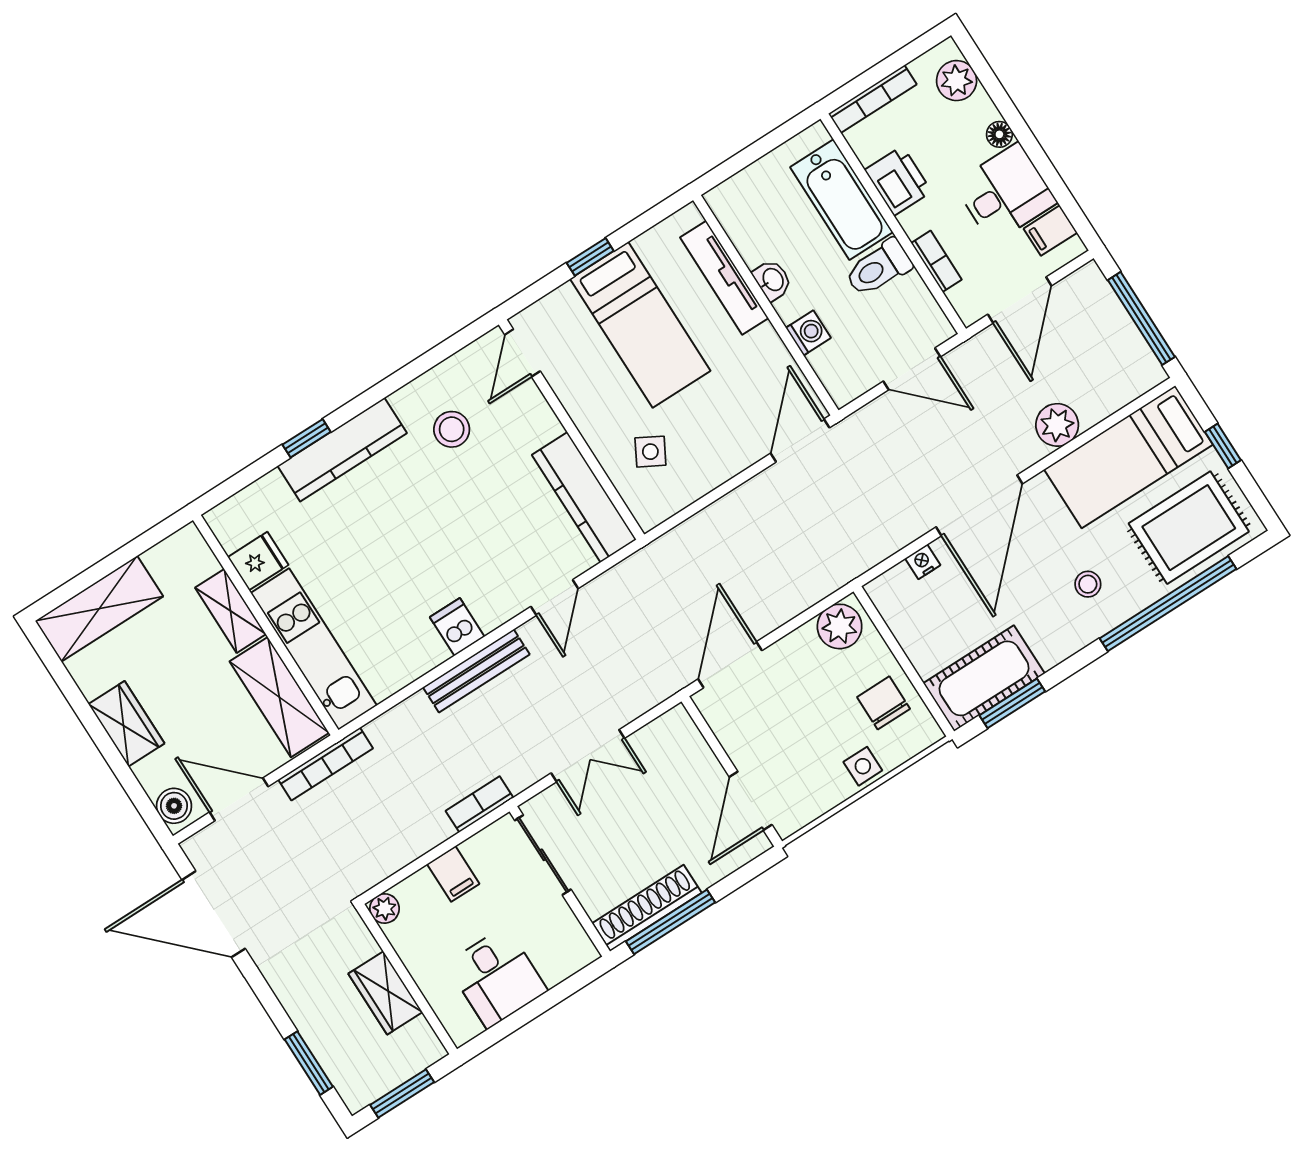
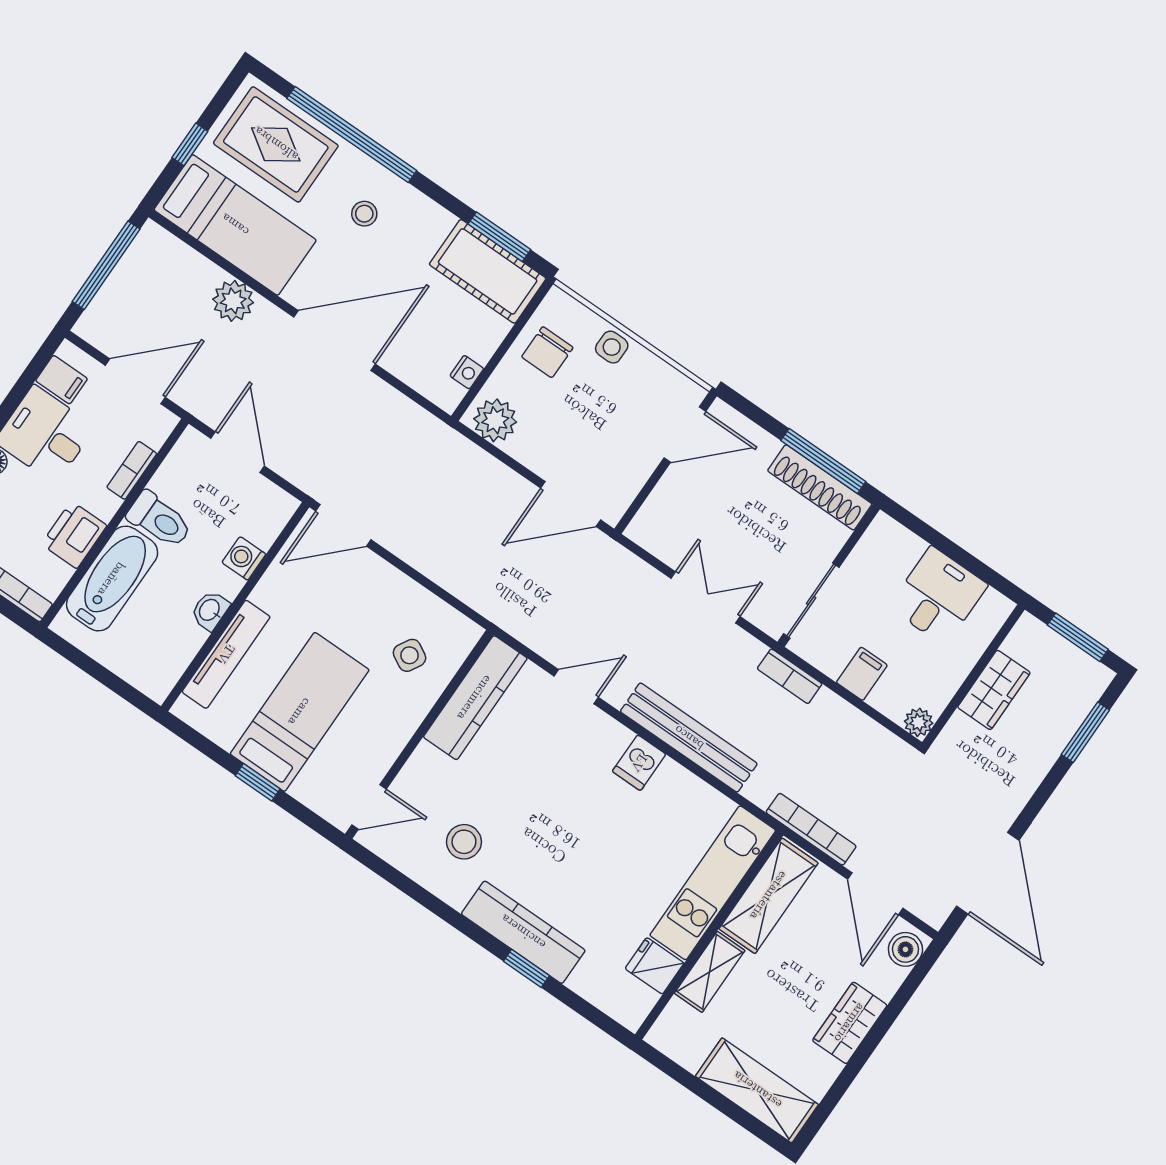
nightstand: (923, 562) -> (467, 372), moved, turned -90
bench: (476, 671) -> (689, 738), width x1.37, depth x1.21

